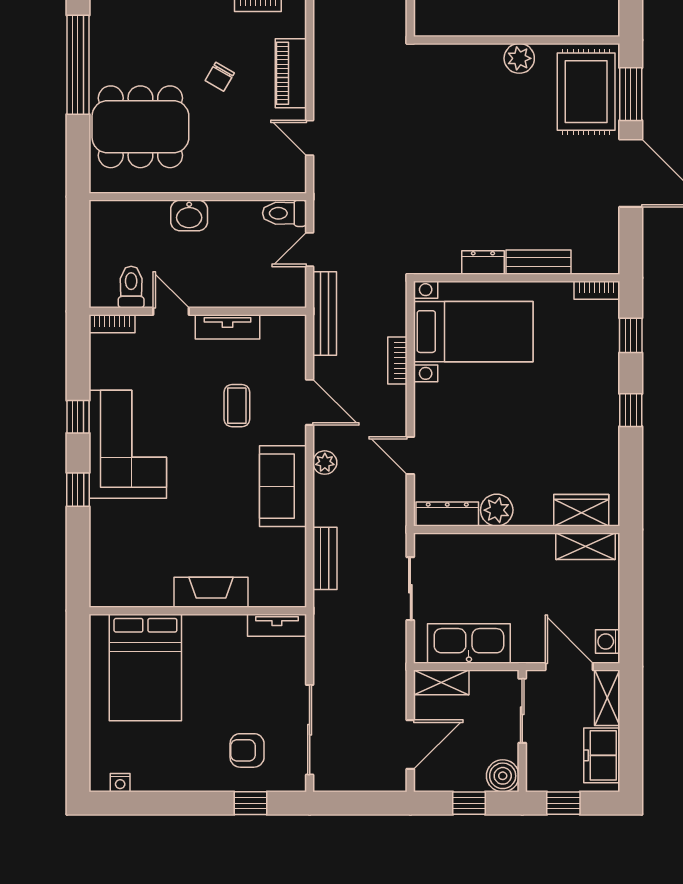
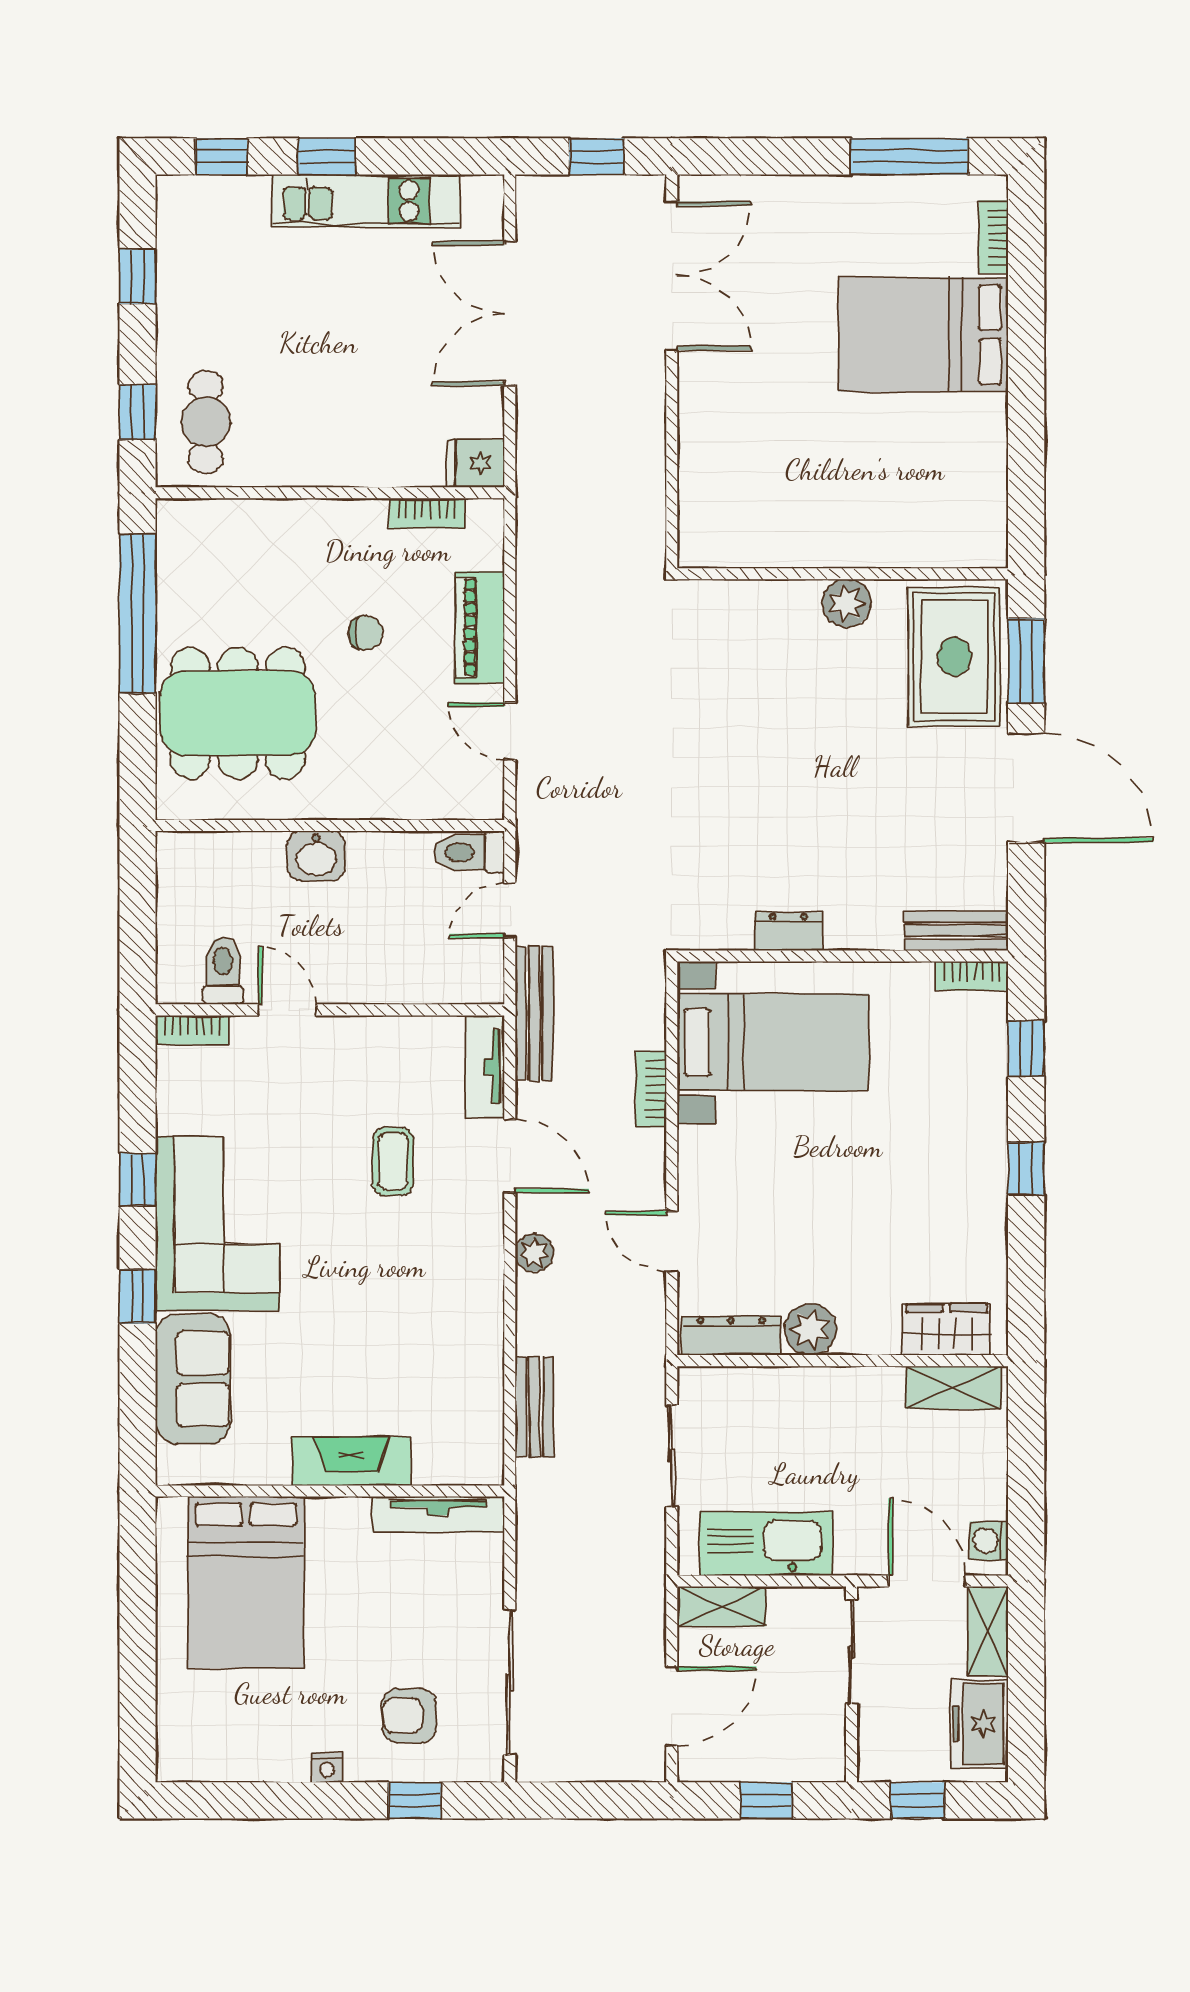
chair: (220, 77) -> (365, 633), turned -120
bench: (538, 262) -> (956, 931), moved
tv unit: (228, 327) -> (485, 1067), moved, turned 90
sofa: (283, 486) -> (193, 1379), moved, turned 180
tv unit: (277, 625) -> (438, 1514), width x1.41
boiler: (503, 776) -> (820, 1756), removed
nightstand: (120, 783) -> (327, 1767), moved

